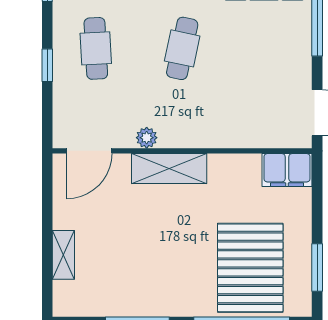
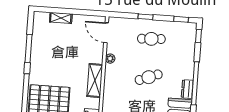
cafe table: (182, 48) -> (149, 77), turned -33
shelving: (169, 168) -> (95, 80), moved

